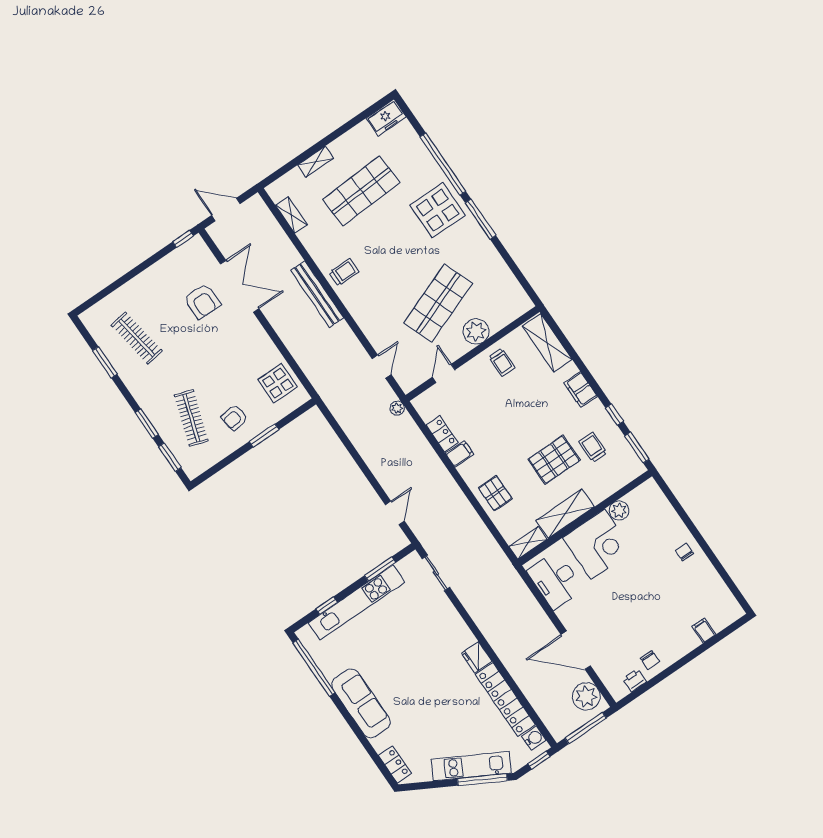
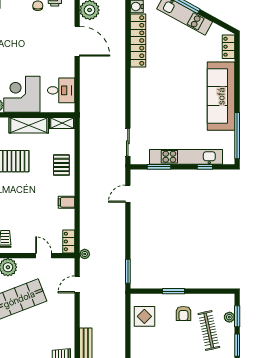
door: (444, 373) -> (44, 256), swing flipped
clothes rail: (191, 418) -> (209, 331), turned -30
armchair: (235, 418) -> (183, 313), turned 98
window: (333, 423) -> (128, 271), added
locker: (442, 434) -> (69, 241), moved
plant: (178, 450) -> (229, 317), added
desk: (555, 580) -> (61, 90), width x0.73
fridge: (477, 657) -> (138, 77), removed
sofa: (361, 703) -> (221, 96), width x1.36, depth x1.27

